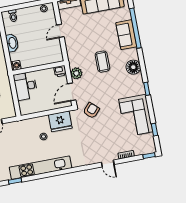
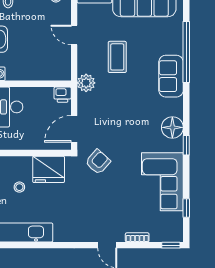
door: (60, 31) -> (74, 35), hinge flipped
sofa: (126, 35) -> (171, 76), moved
coffee table: (102, 62) -> (117, 57), moved
floor lamp: (133, 67) -> (172, 127), moved
plant: (76, 73) -> (86, 83), moved

